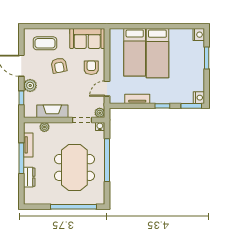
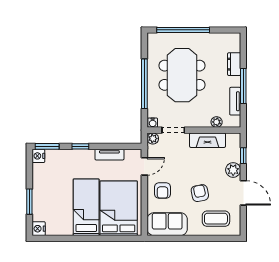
bed: (135, 52) -> (119, 208), width x1.50

